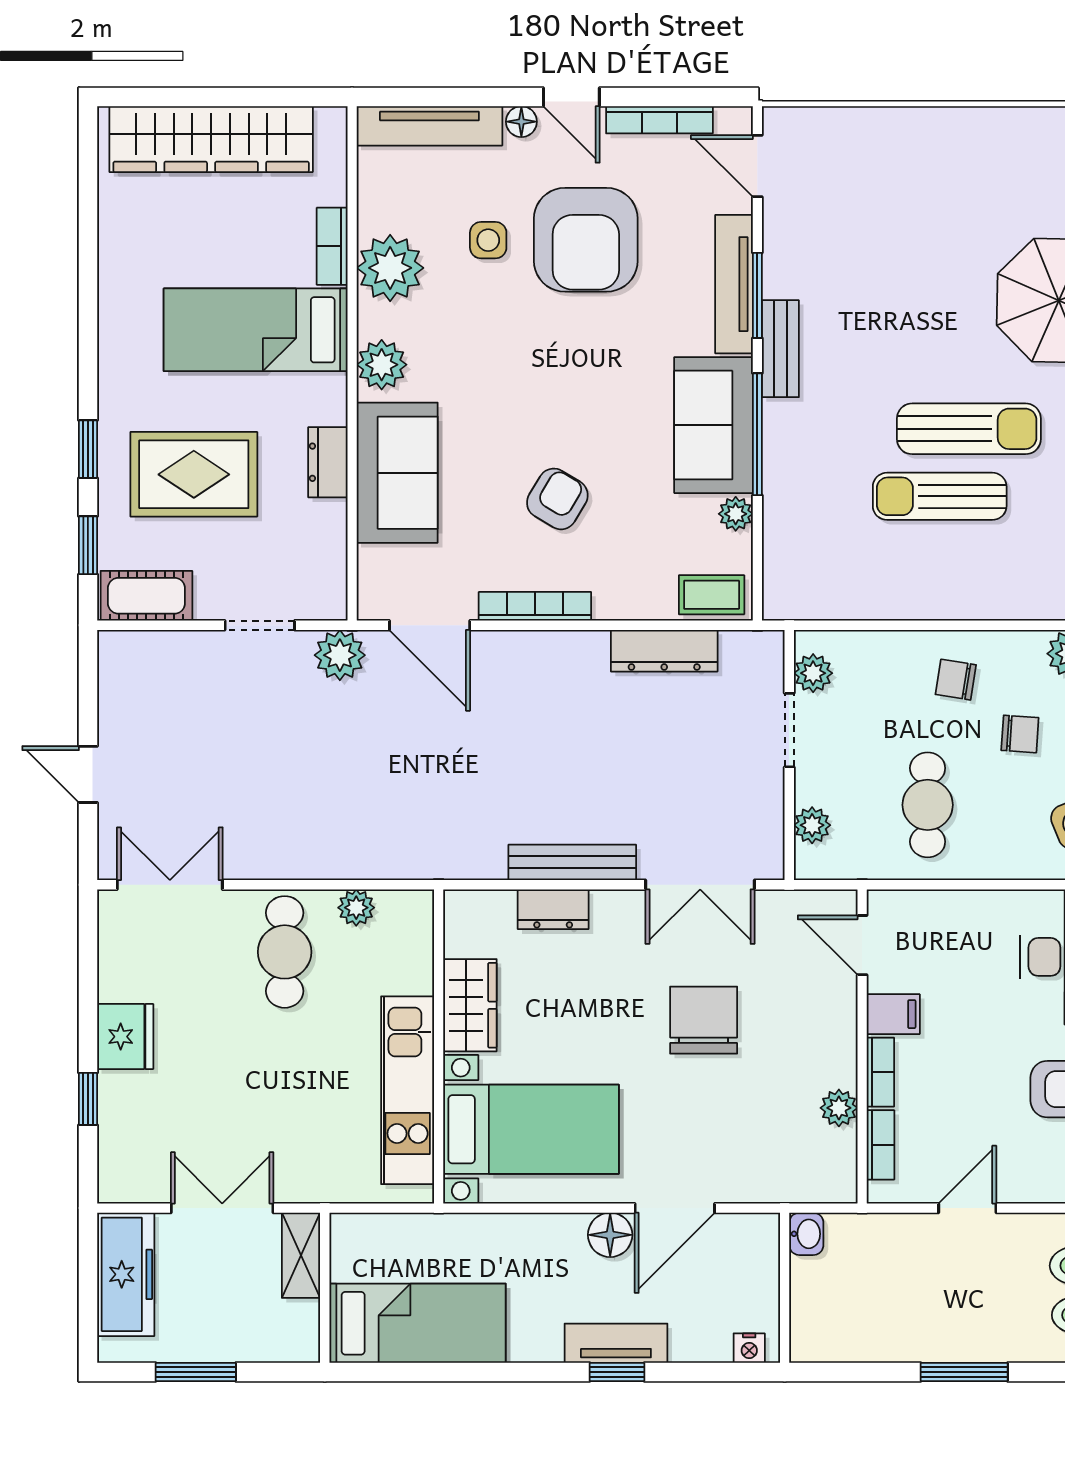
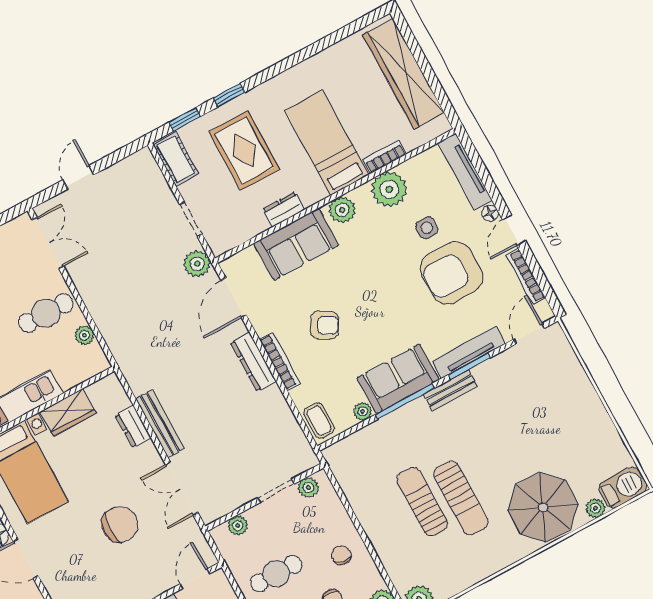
bookcase: (535, 606) -> (280, 361), moved
dresser: (664, 651) -> (253, 362), moved

